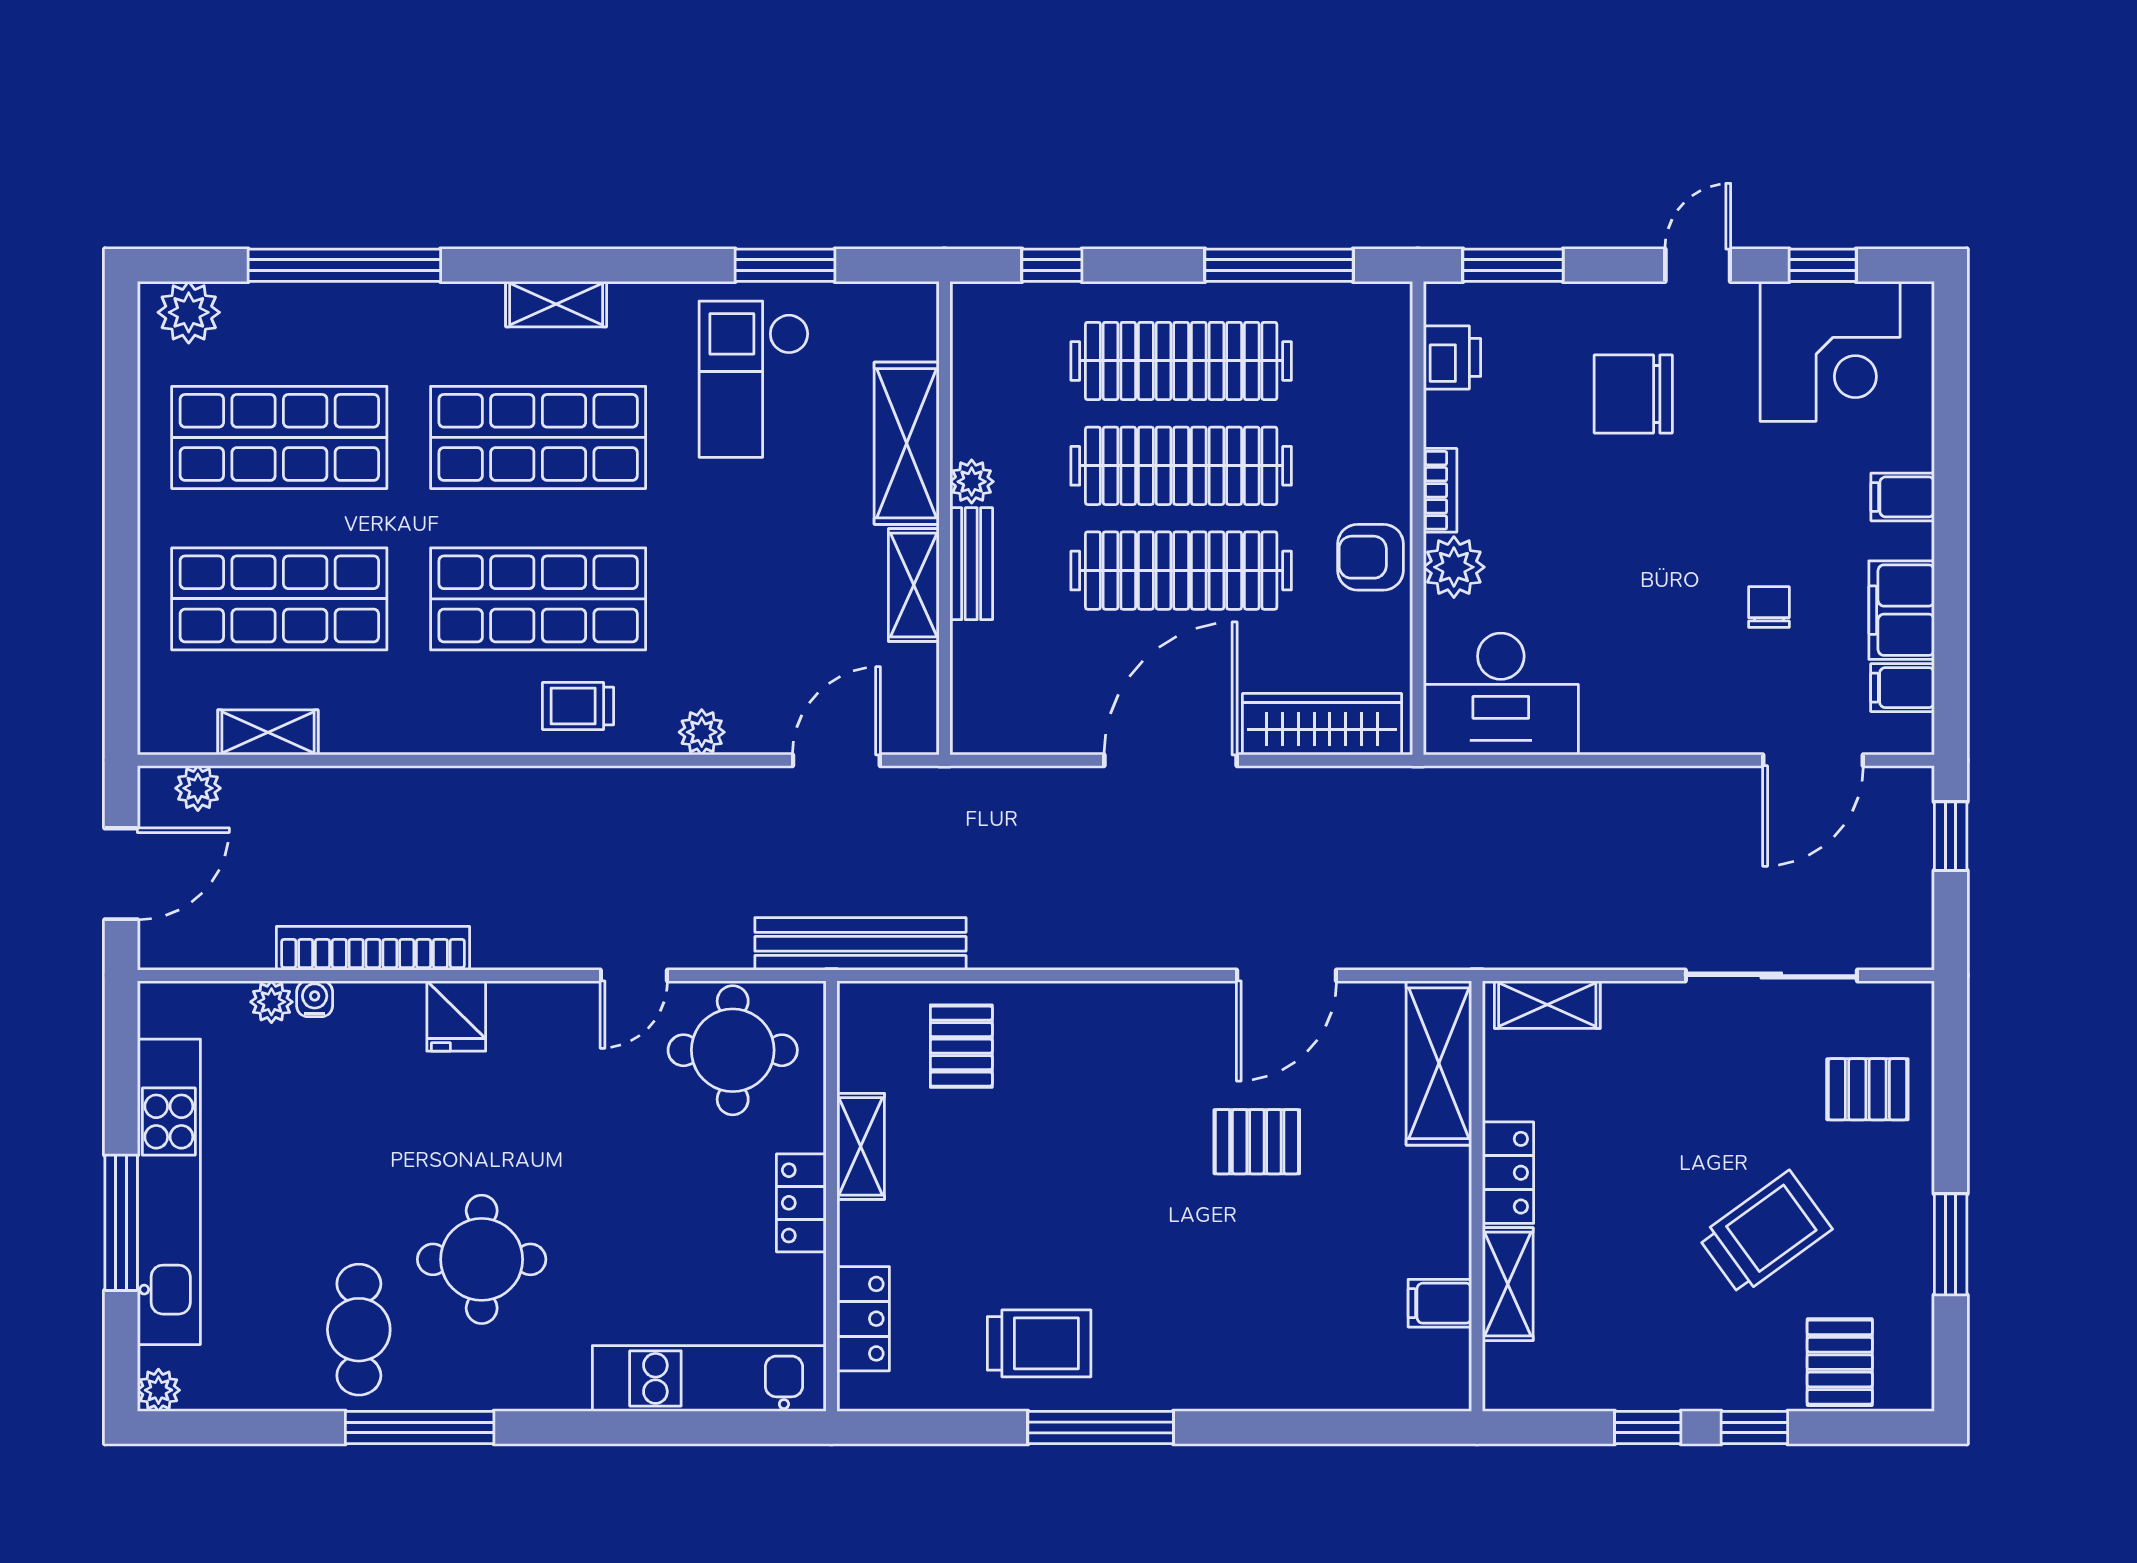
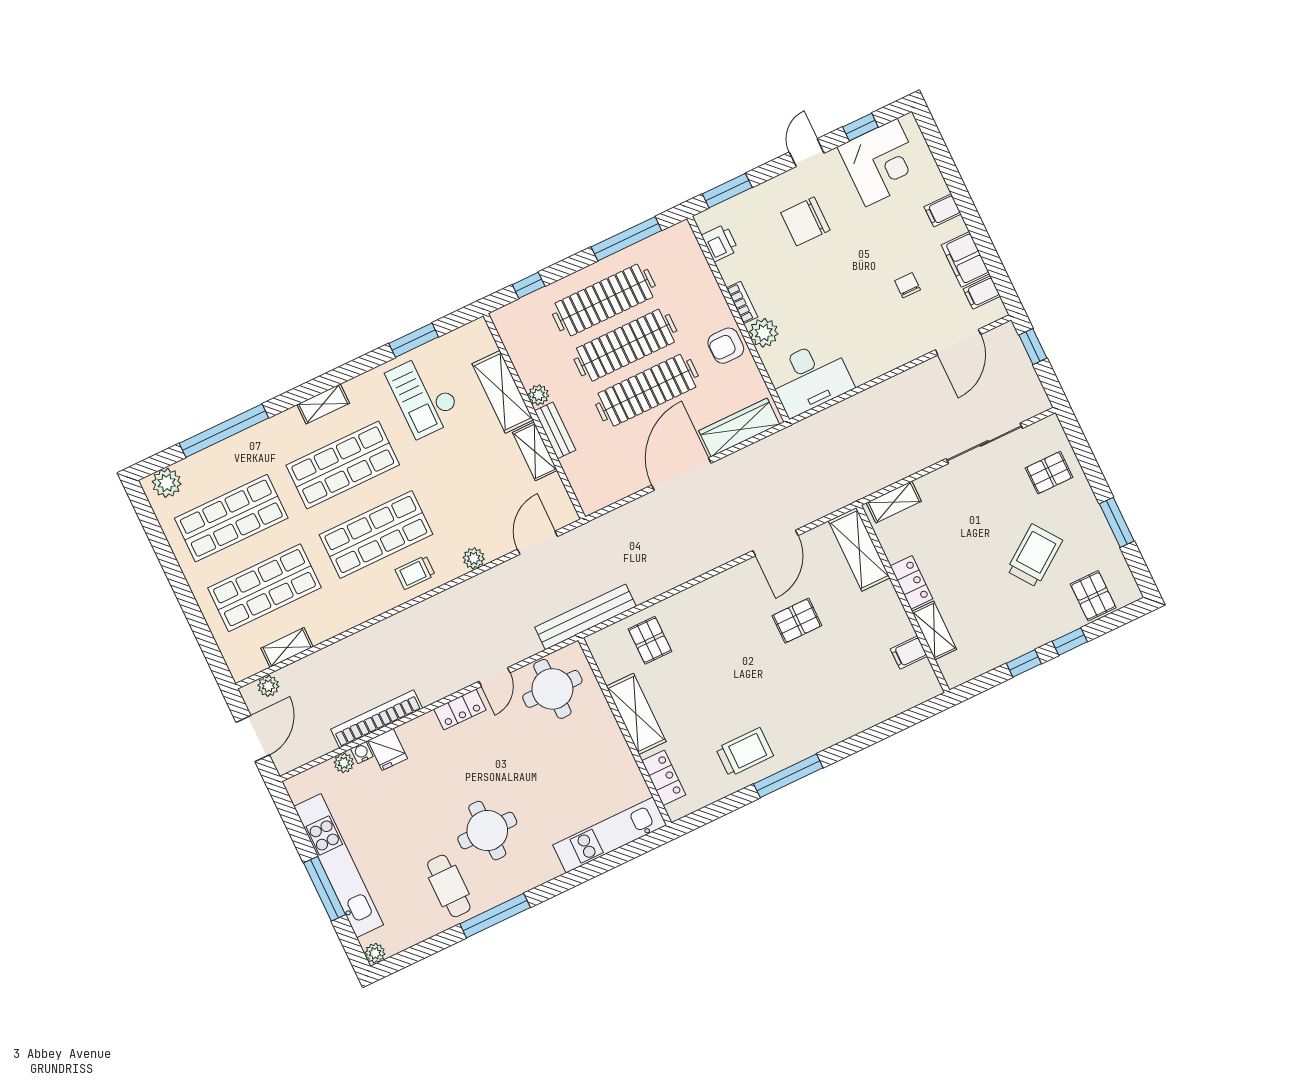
fridge: (456, 1016) -> (388, 749), moved
shelving: (861, 1146) -> (636, 714), width x1.50, depth x1.33
locker: (801, 1203) -> (460, 709), moved, turned -90

